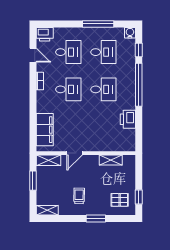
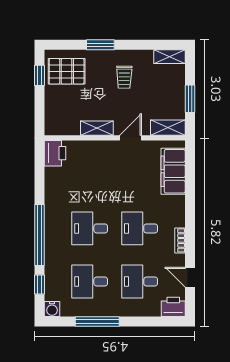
printer: (128, 119) -> (55, 153), moved
shelving: (111, 160) -> (97, 128), moved
pallet: (120, 200) -> (67, 71), width x1.50, depth x1.42

